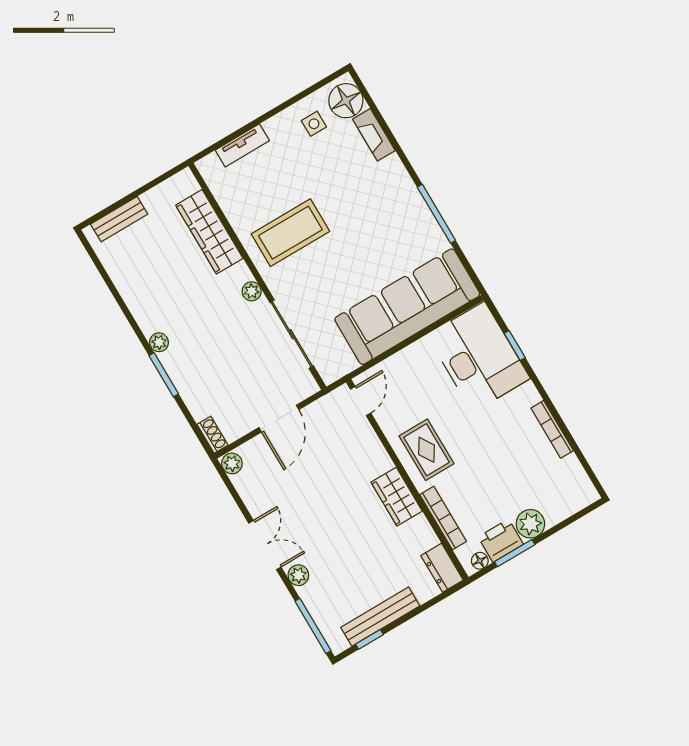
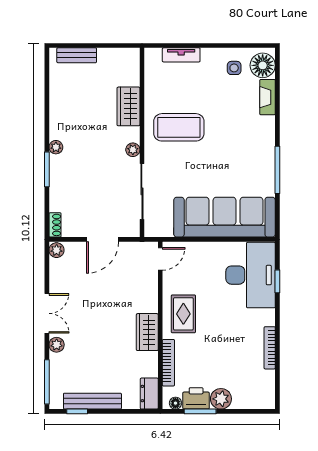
wardrobe: (209, 232) -> (128, 106), width x0.67

